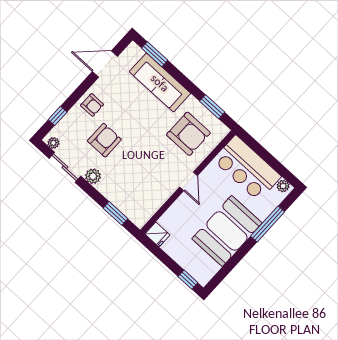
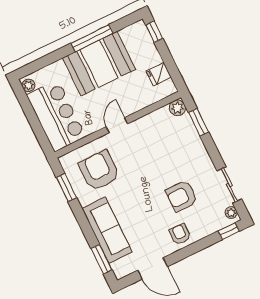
window: (58, 116) -> (229, 231), moved
plant: (93, 176) -> (177, 108), moved
window: (268, 224) -> (92, 38), moved
fridge: (157, 234) -> (159, 74), moved, turned -90

